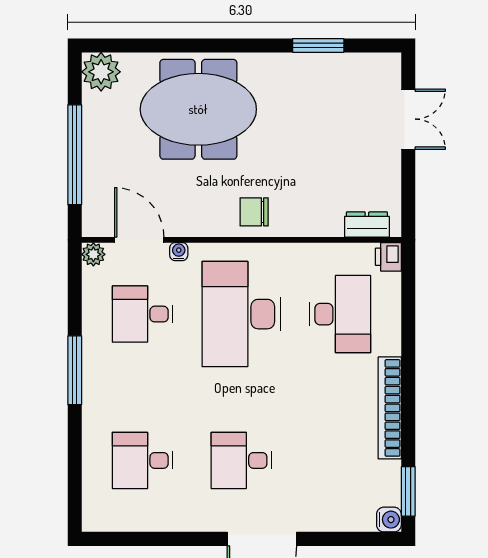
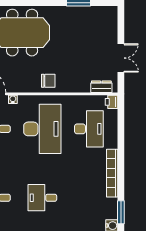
double door: (408, 119) -> (121, 58), moved
chair: (254, 212) -> (48, 81), turned 180
desk: (241, 314) -> (42, 129), turned 180

